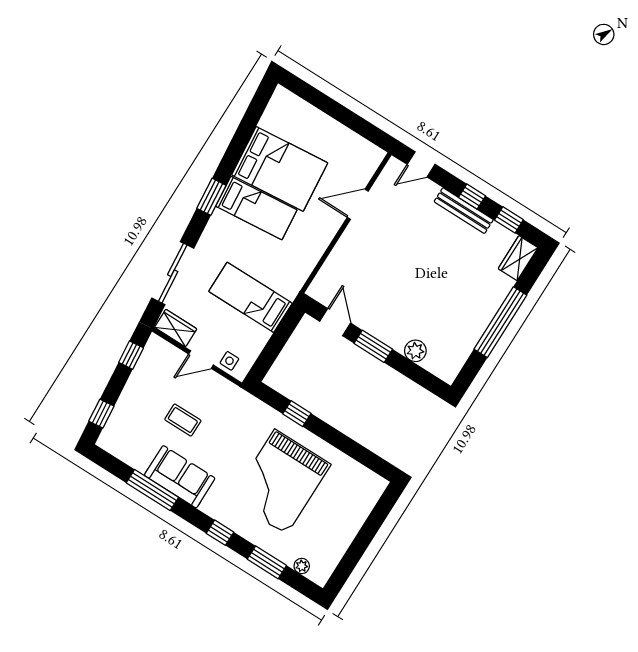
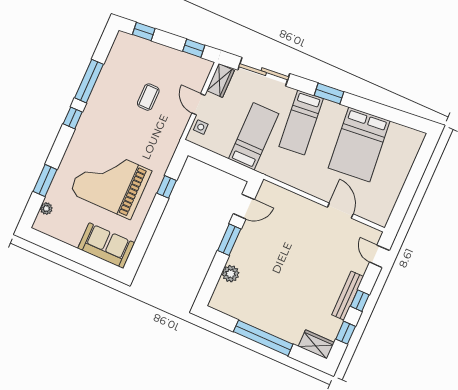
bed: (256, 208) -> (301, 122), moved
sofa: (180, 477) -> (106, 246), moved, turned -90
window: (220, 533) -> (73, 118), moved

